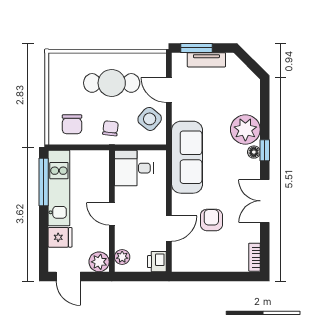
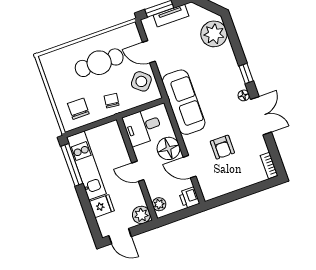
chair: (72, 124) -> (78, 109), turned 180
plant: (245, 130) -> (214, 34), moved
floor lamp: (254, 152) -> (244, 95), moved
floor lamp: (153, 201) -> (168, 148), added
double door: (265, 201) -> (261, 116), swing flipped
armchair: (211, 220) -> (222, 147), turned 180
door: (169, 229) -> (190, 167), swing flipped

